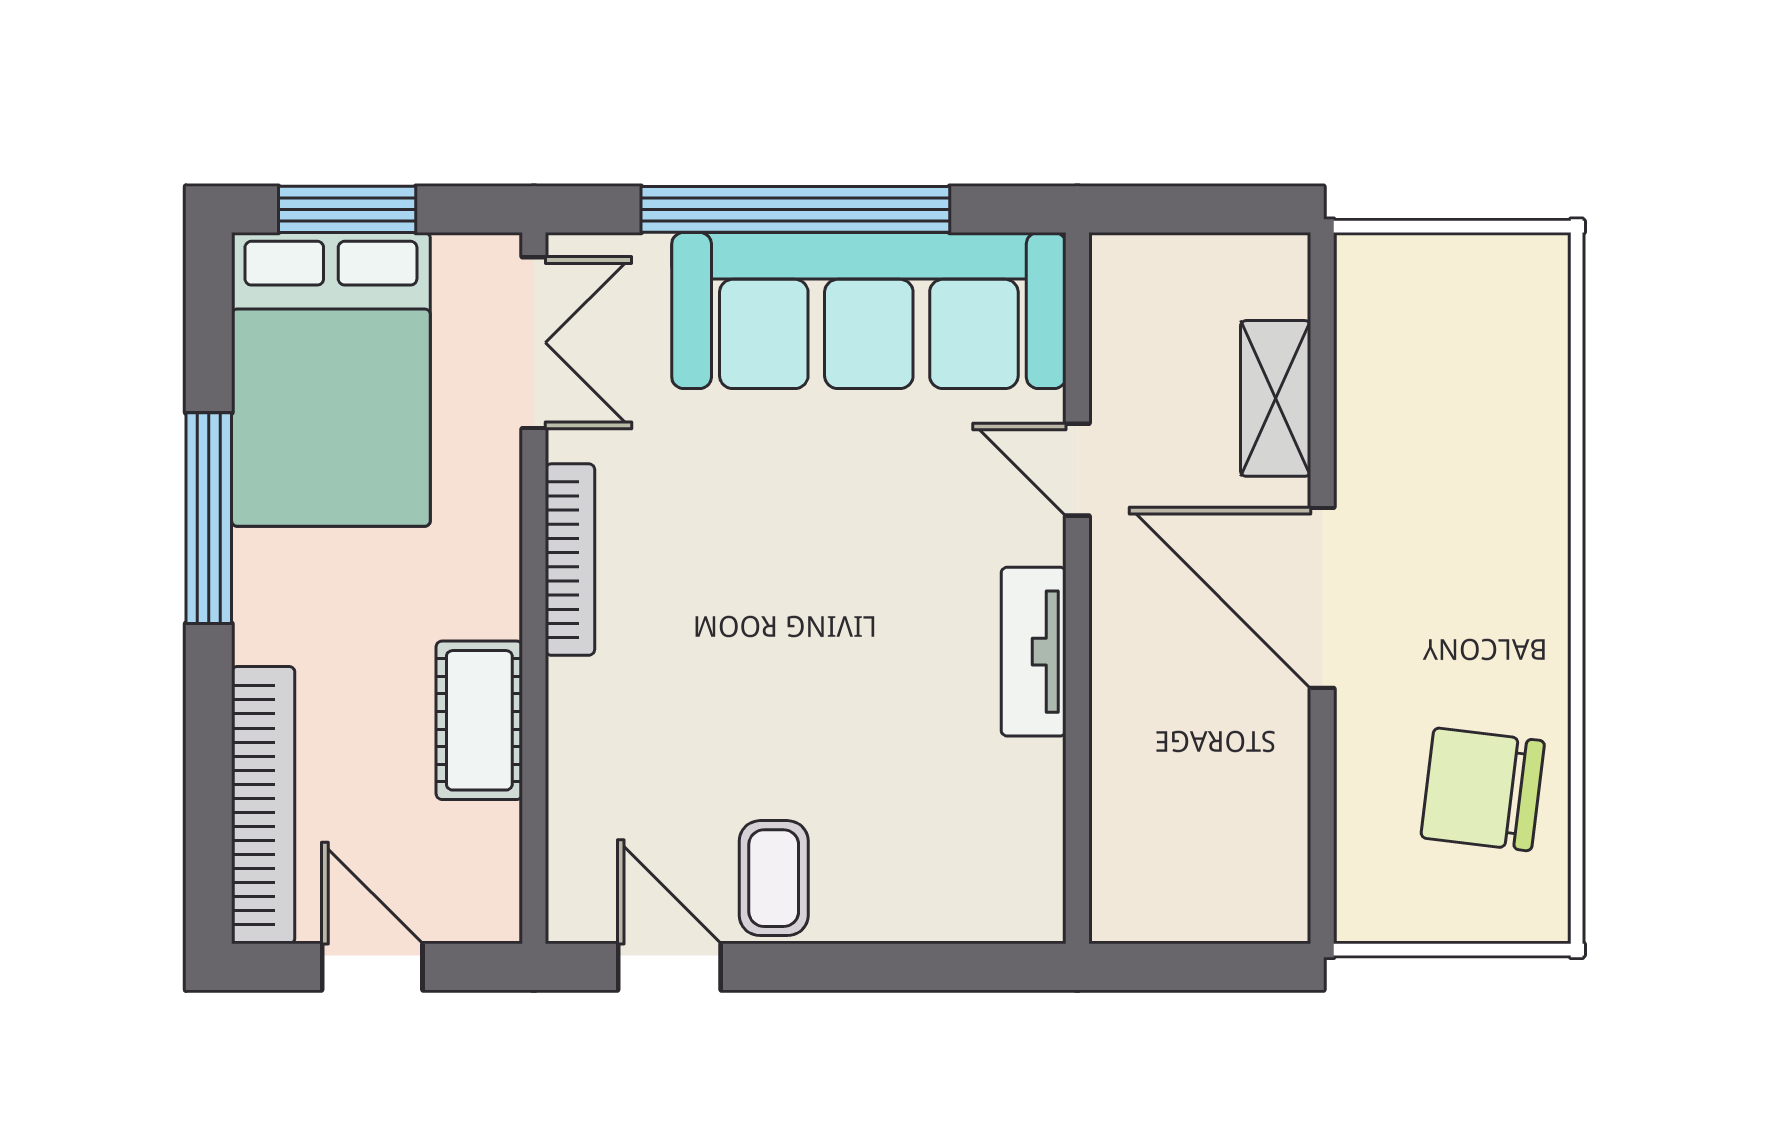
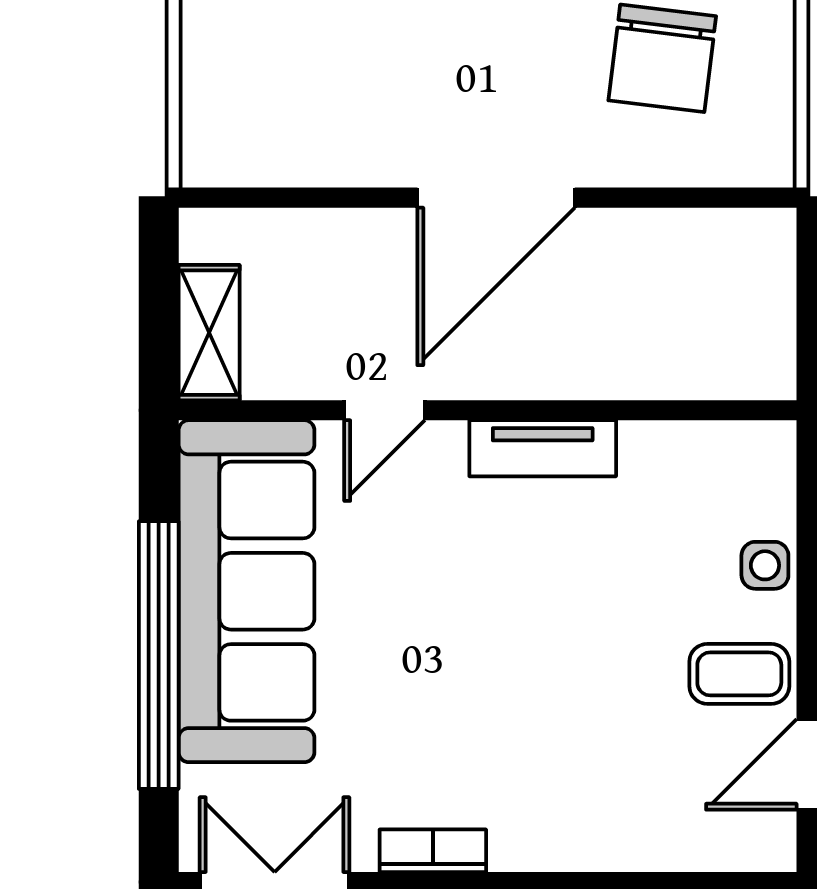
shelving: (1276, 398) -> (209, 333), moved, turned 90
bookcase: (570, 560) -> (433, 851), width x0.64
side table: (899, 908) -> (765, 565), added

